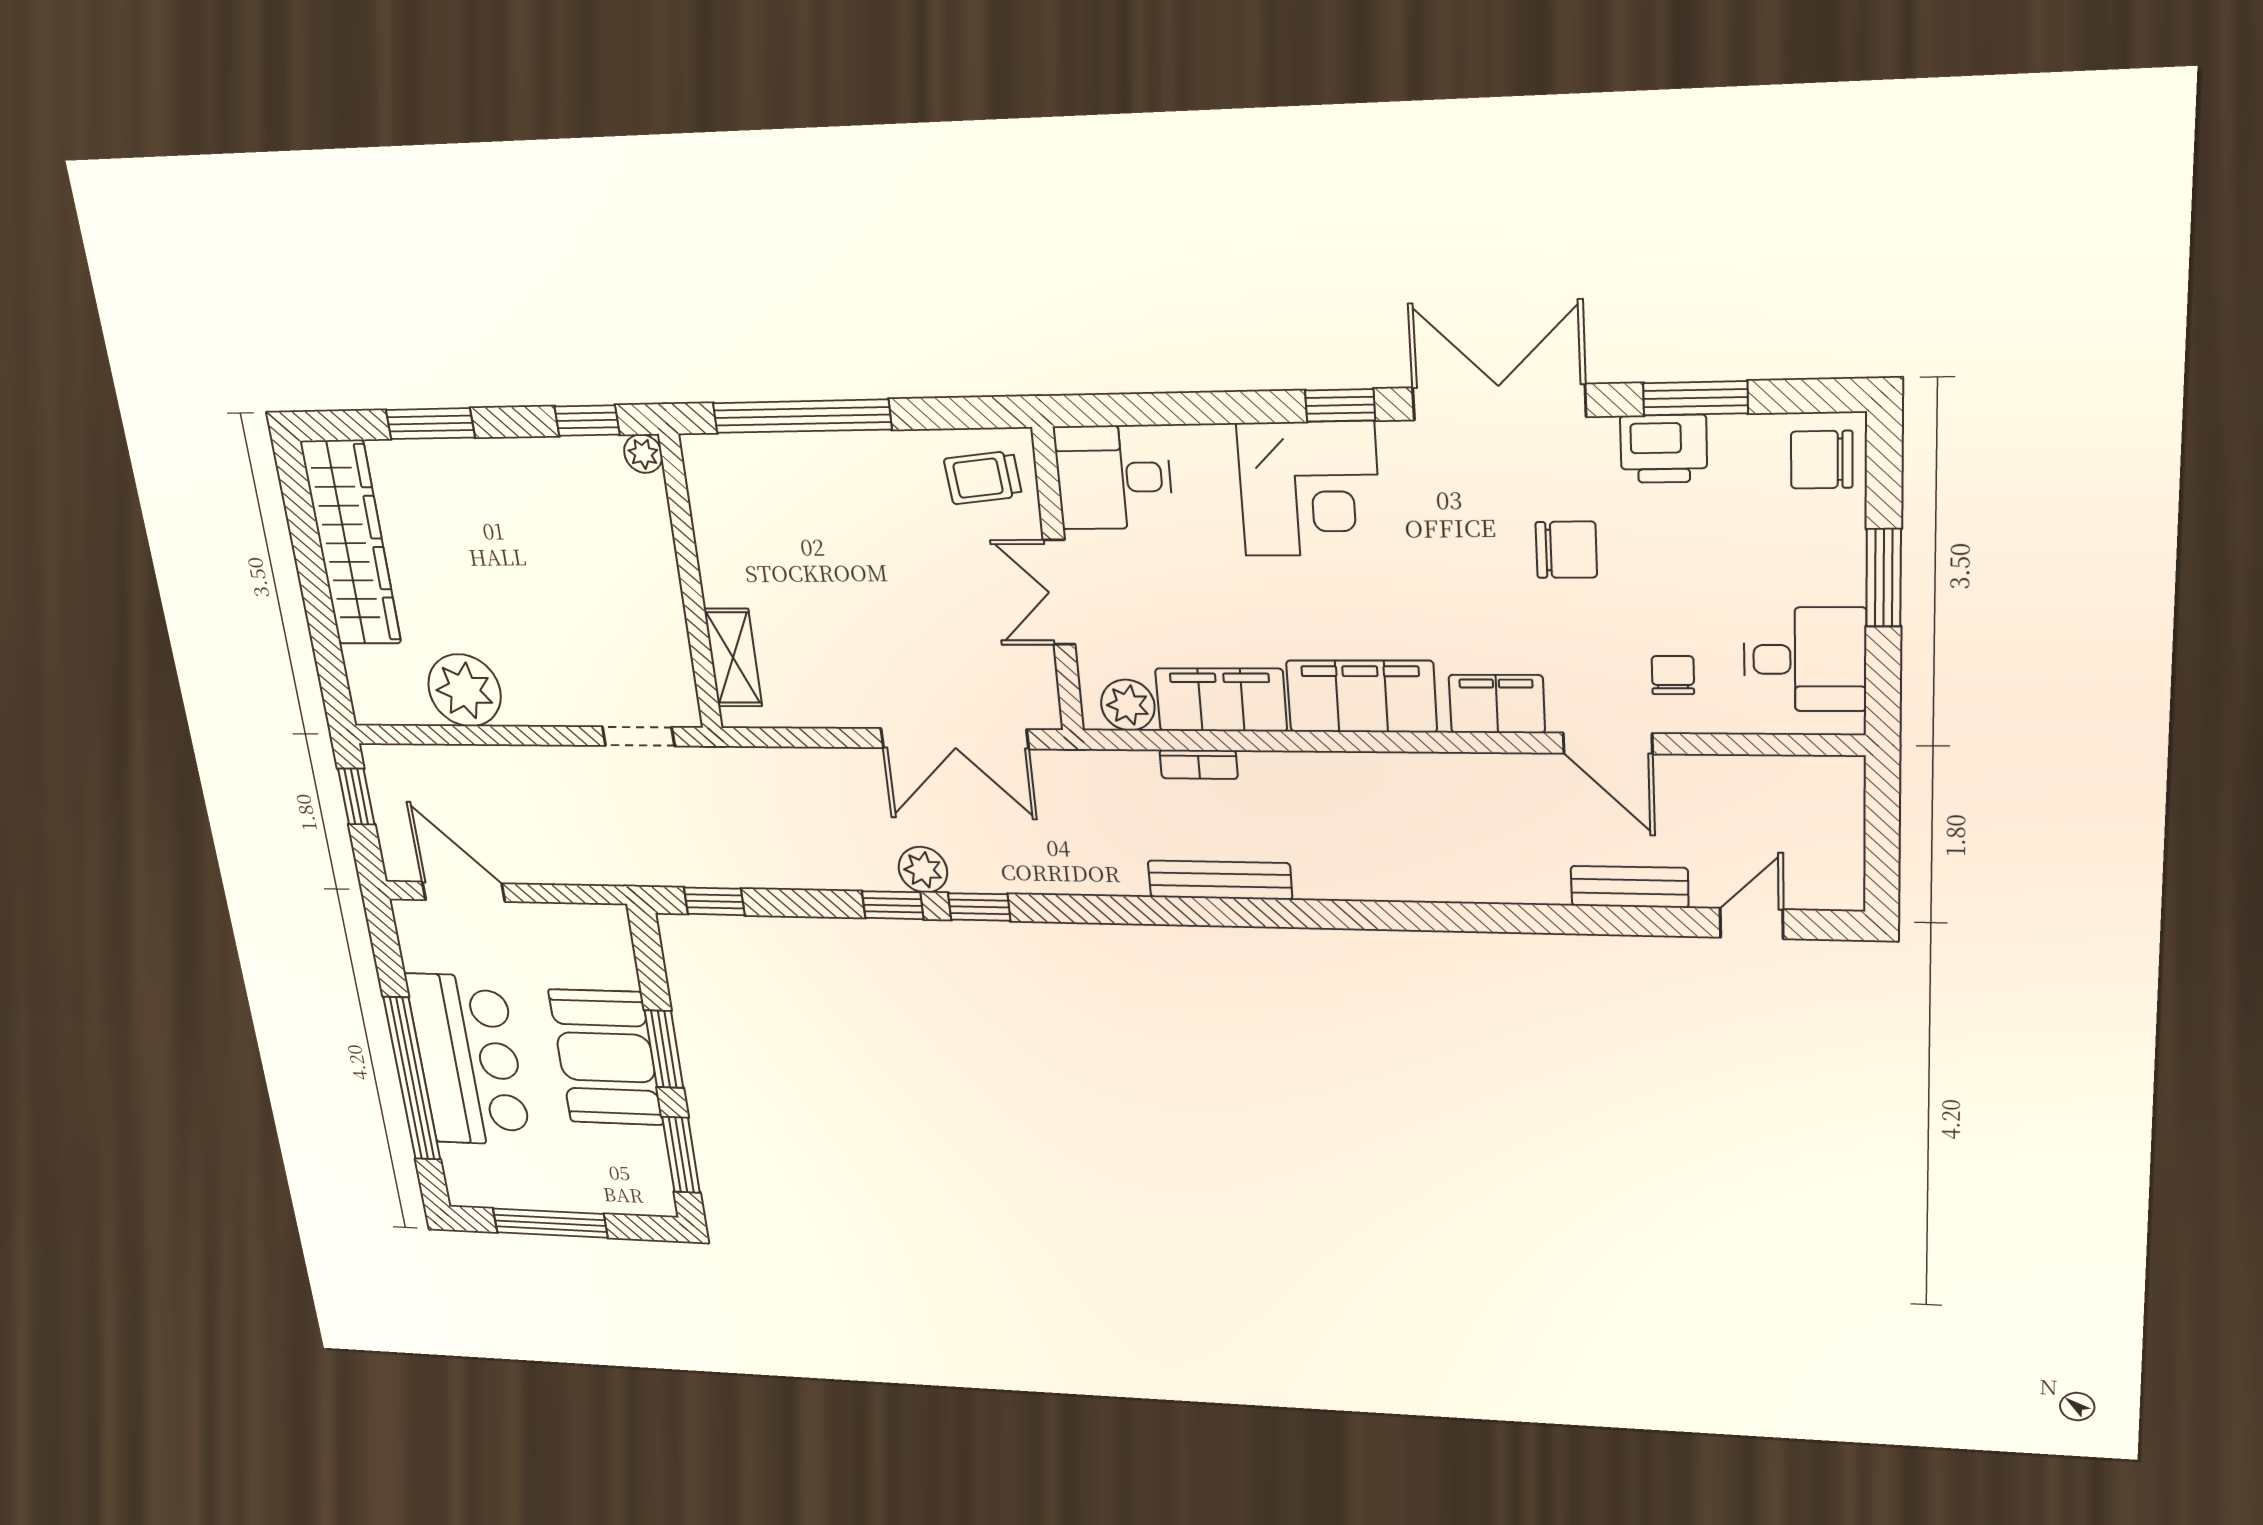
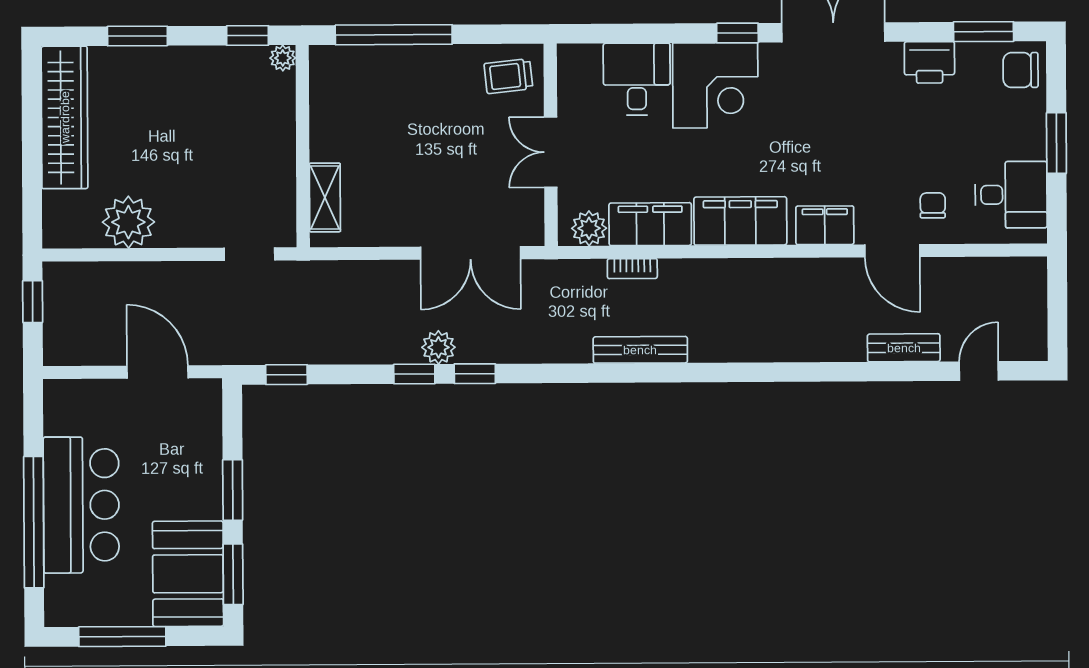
window: (1695, 398) -> (984, 32), moved
desk: (1114, 477) -> (637, 79), moved, turned 90
chair: (1566, 550) -> (871, 125), removed
door: (463, 892) -> (157, 372), moved
booth: (606, 1057) -> (188, 574), moved

